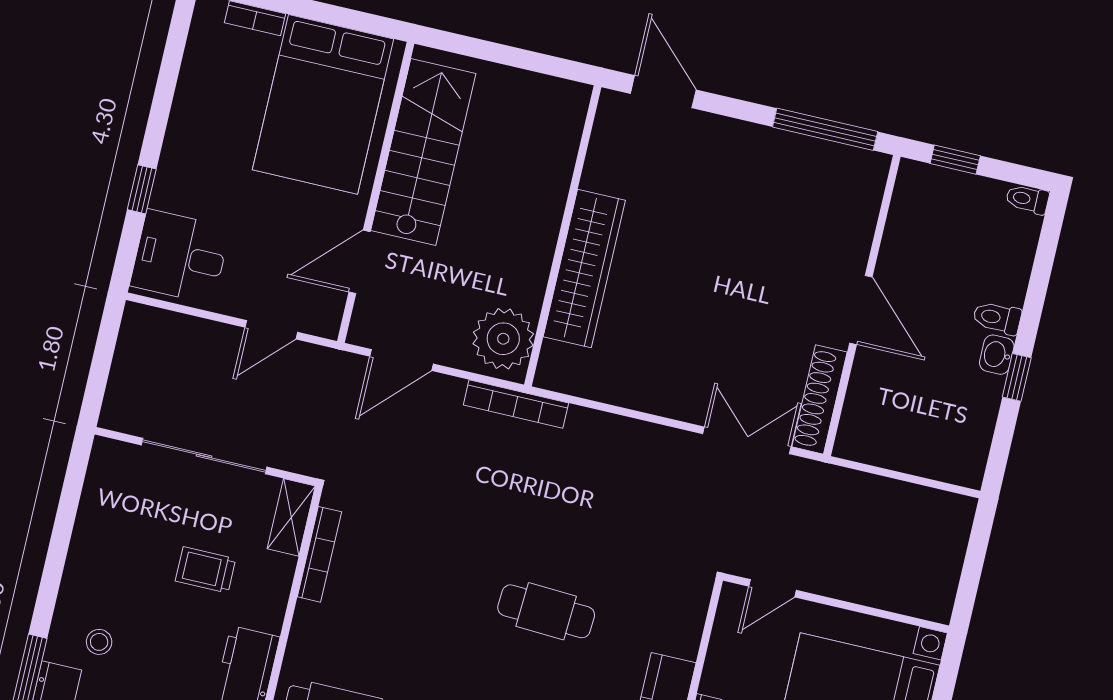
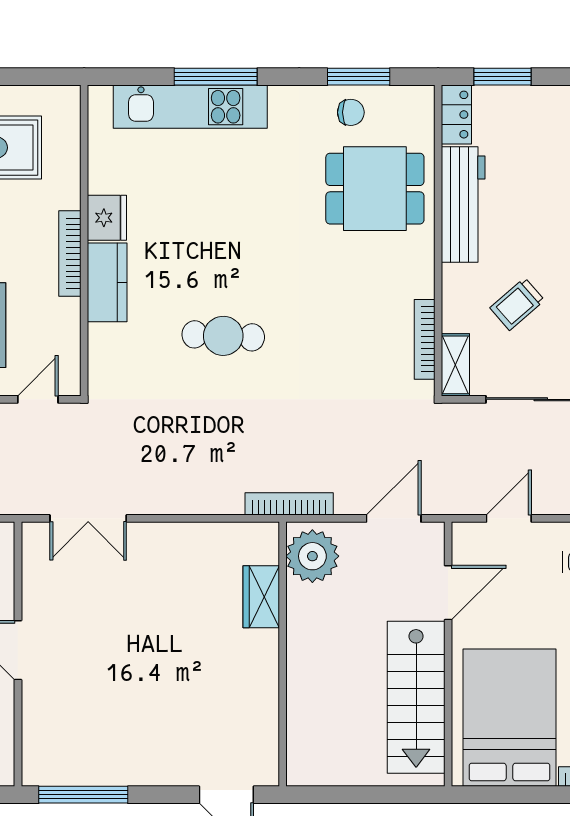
wardrobe: (584, 268) -> (261, 597), width x0.48, depth x0.85
shoe rack: (819, 399) -> (35, 567), removed
trolley: (205, 570) -> (517, 304), turned 139

